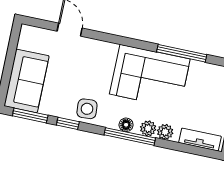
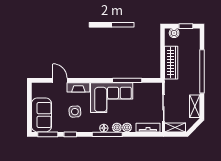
fireplace: (98, 48) -> (78, 87), added
side table: (87, 109) -> (75, 112), moved

